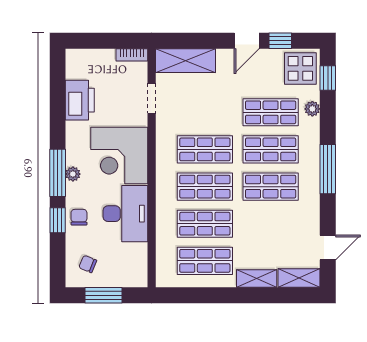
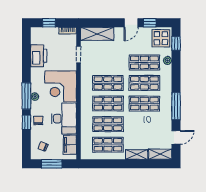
window: (99, 41) -> (49, 23), added
window: (328, 169) -> (176, 106), moved
filing cabinet: (136, 261) -> (70, 145), added

